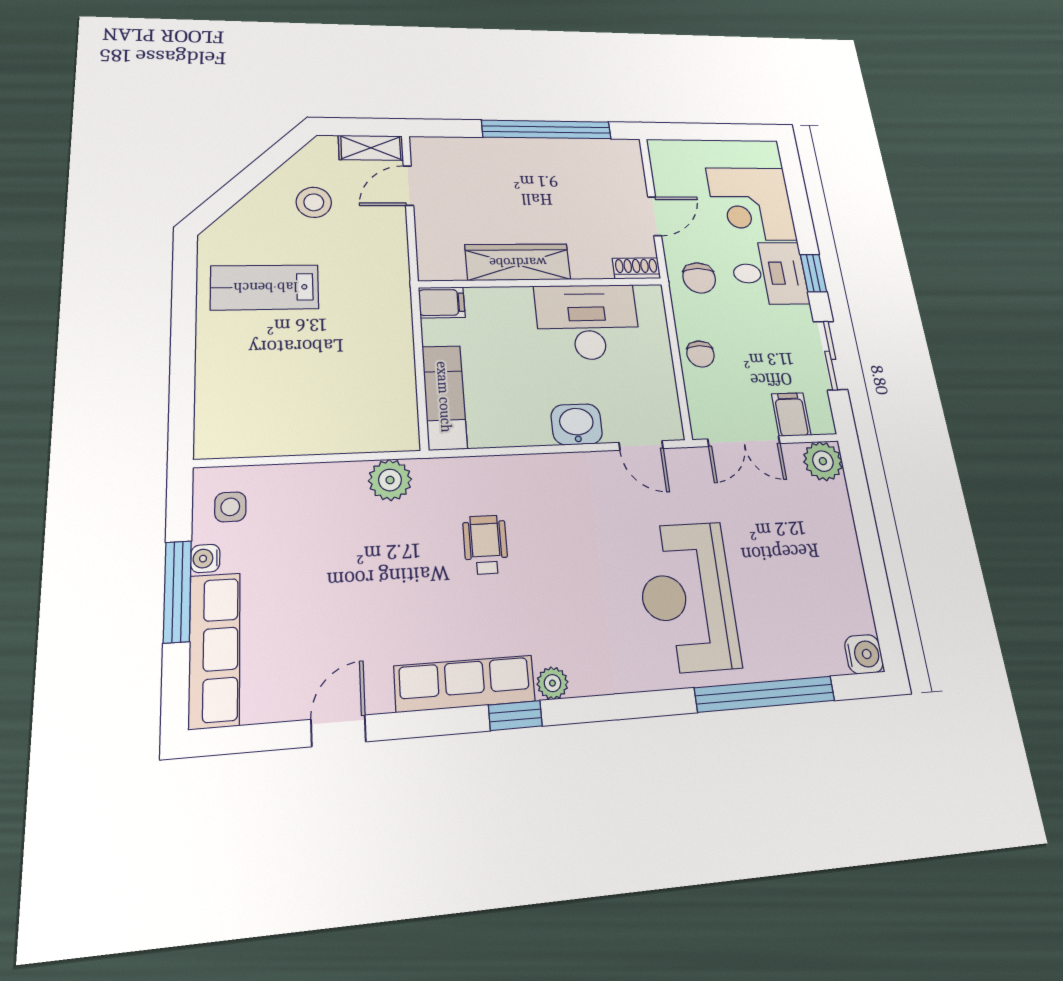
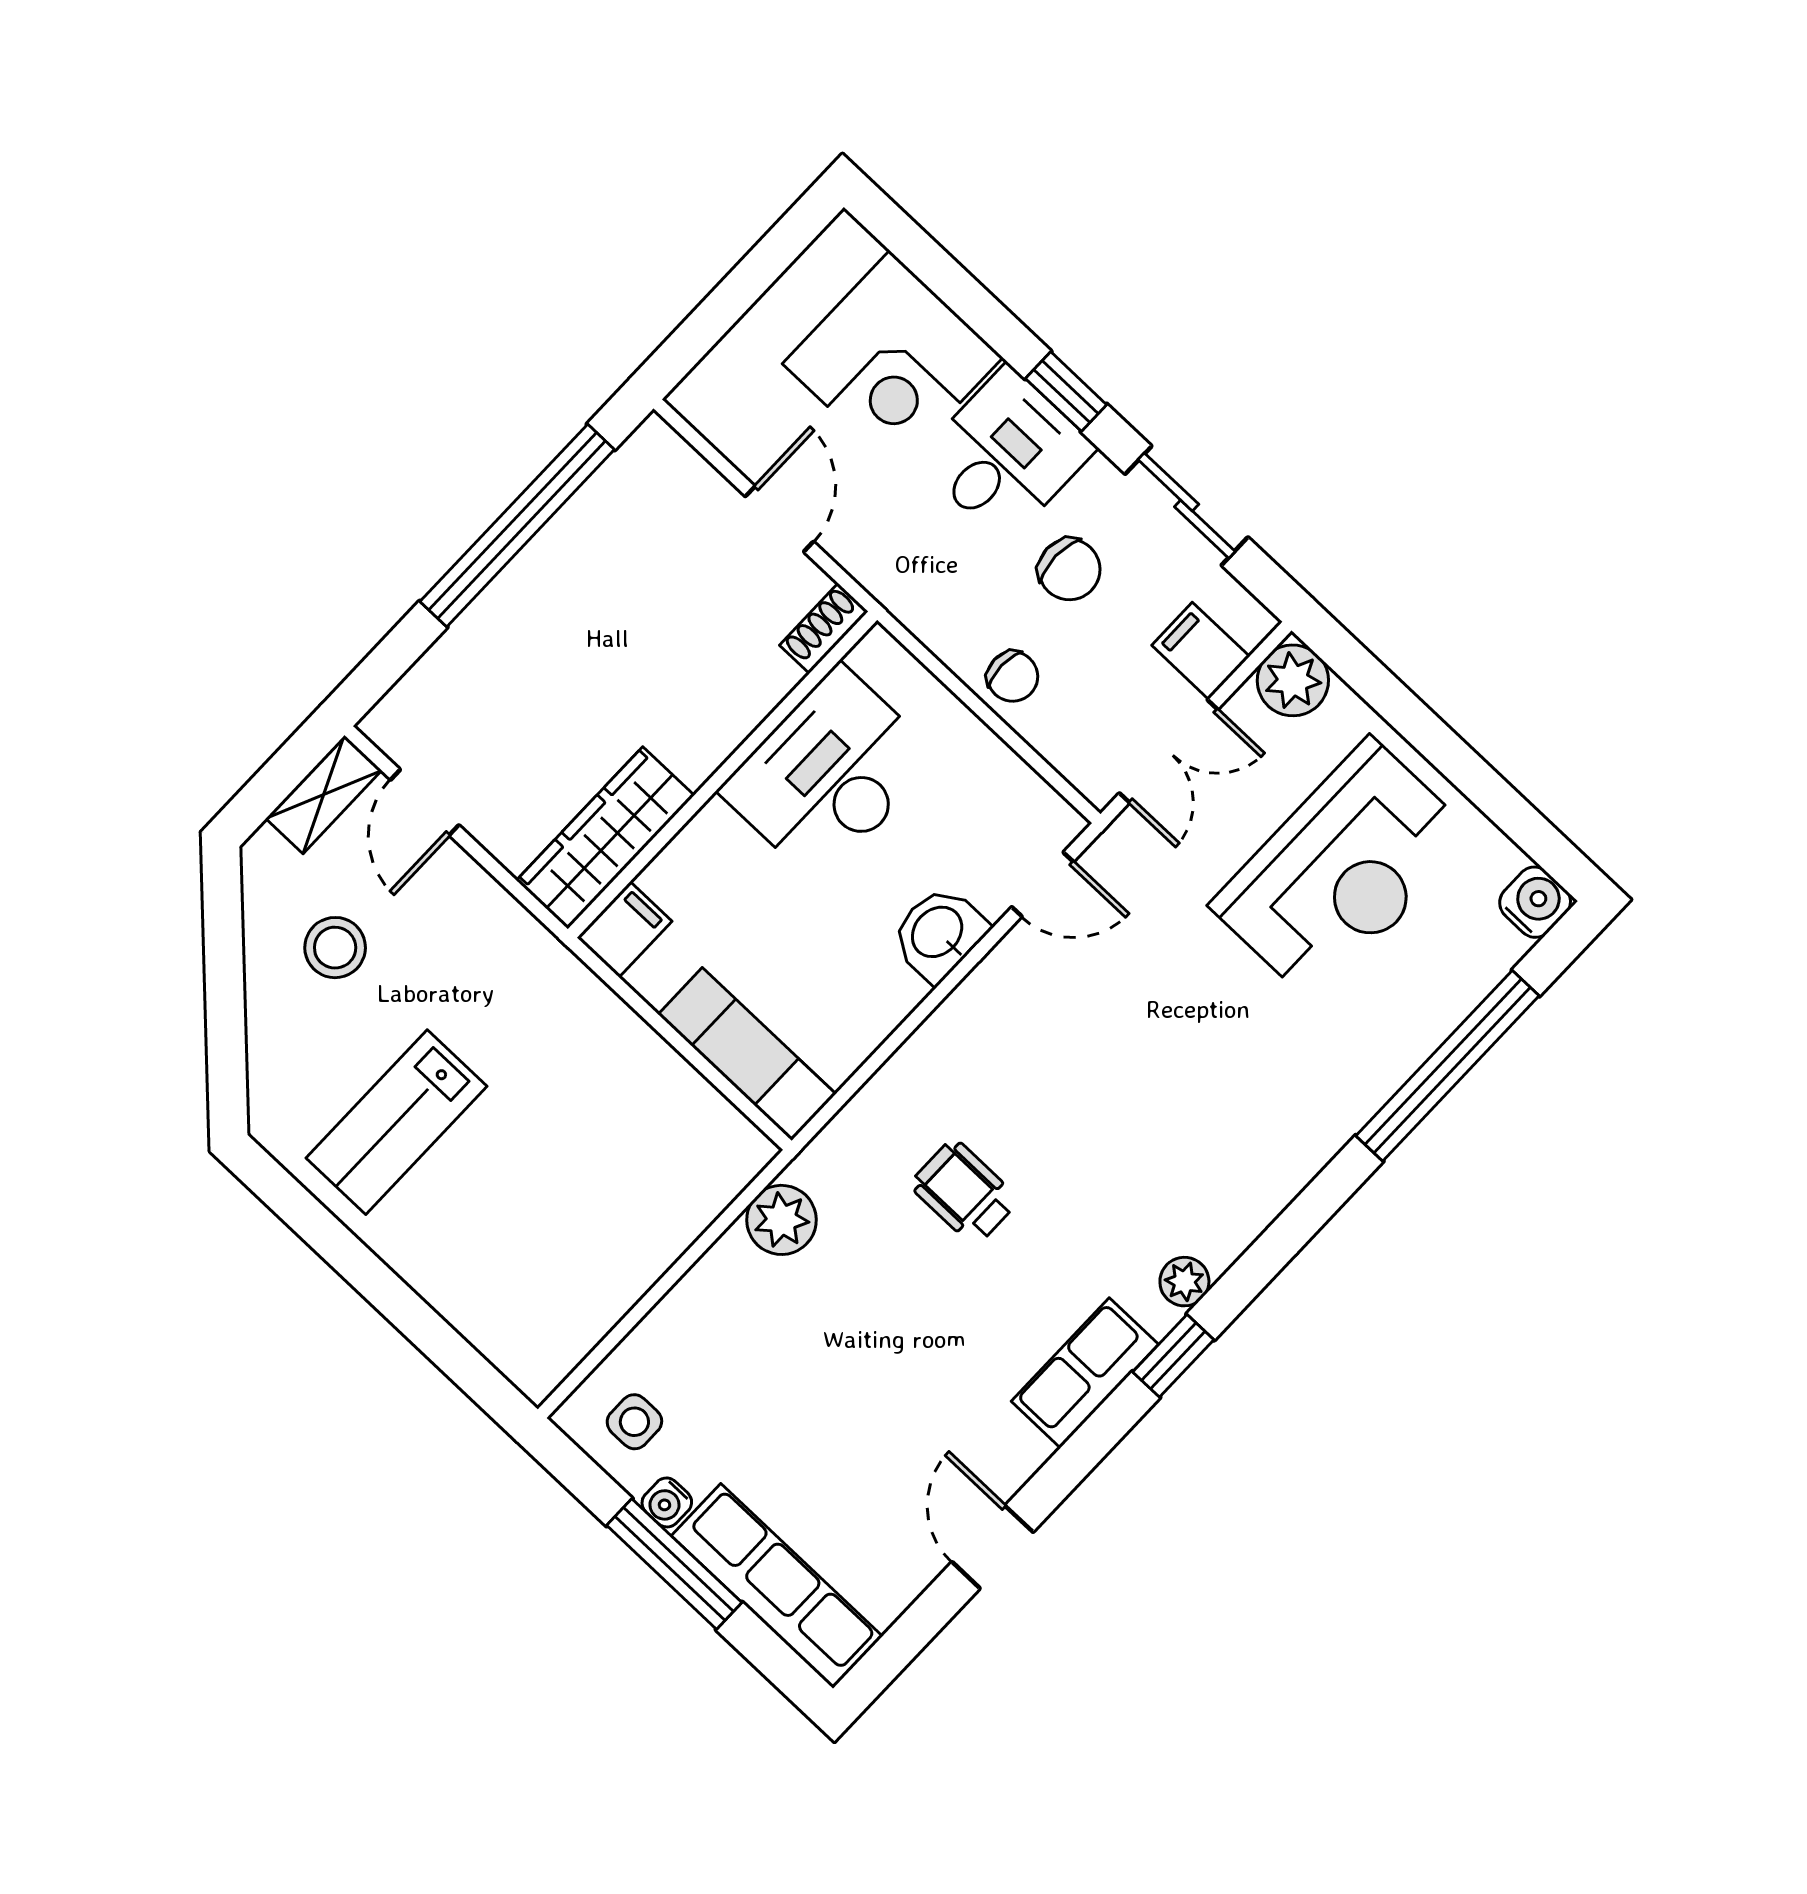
wardrobe: (518, 262) -> (605, 838), moved
chair: (699, 278) -> (1069, 569), moved
reception desk: (687, 597) -> (1342, 871), moved, turned -90
row of seats: (465, 684) -> (1085, 1373), width x0.68

